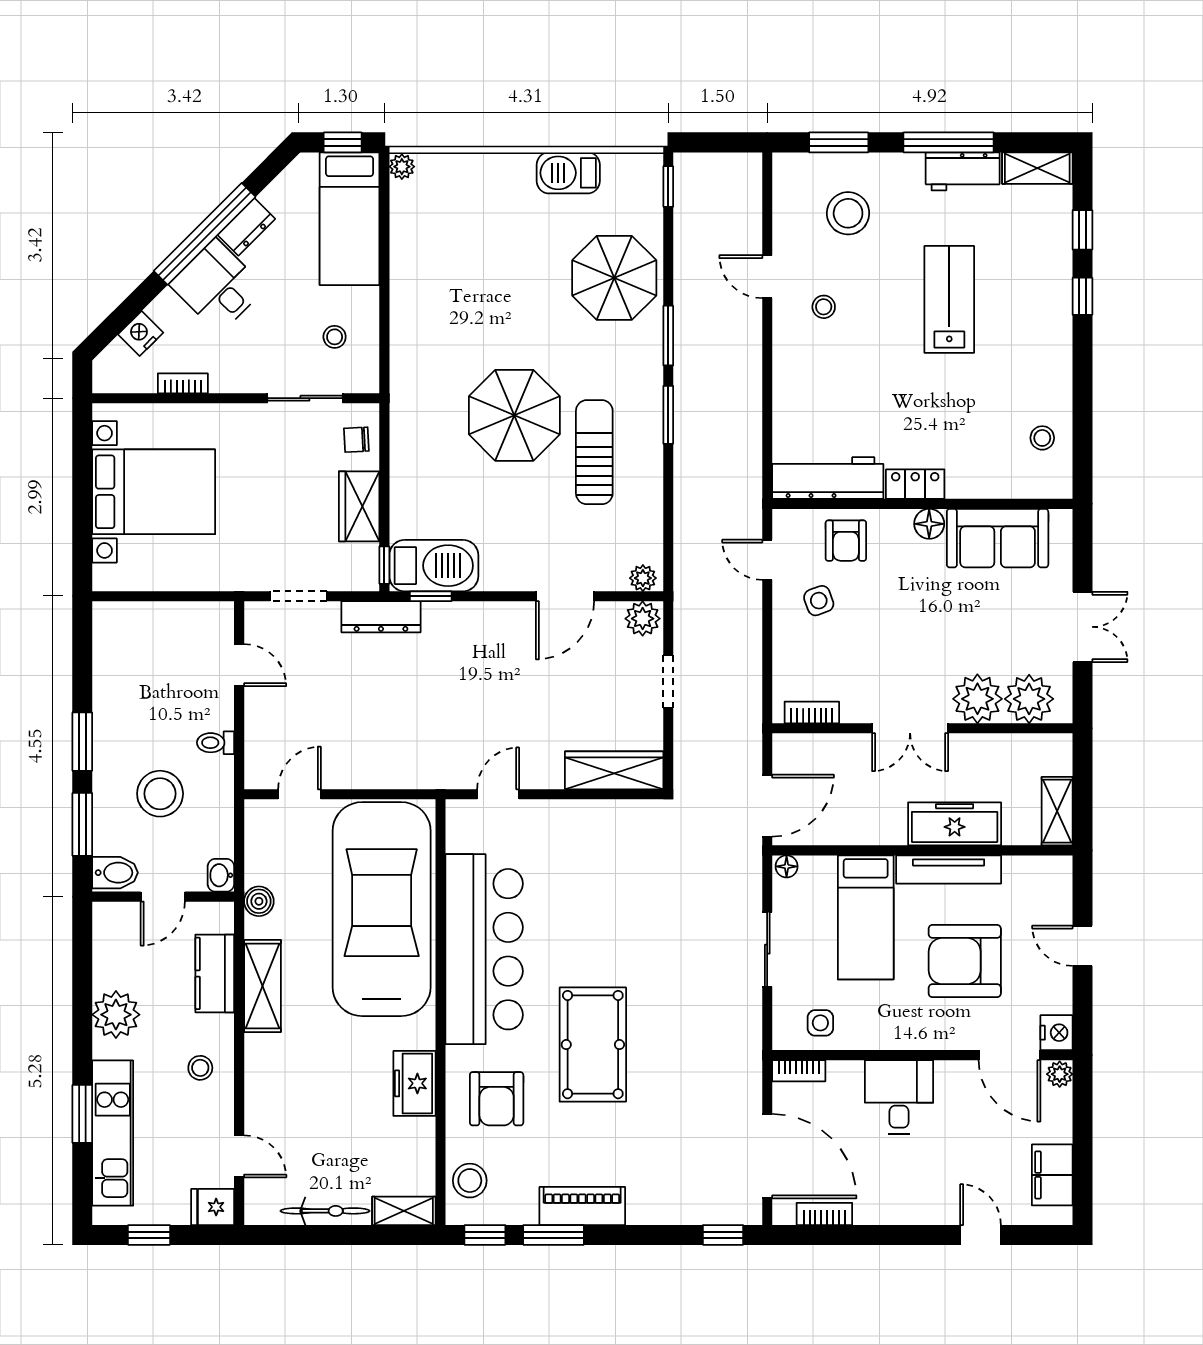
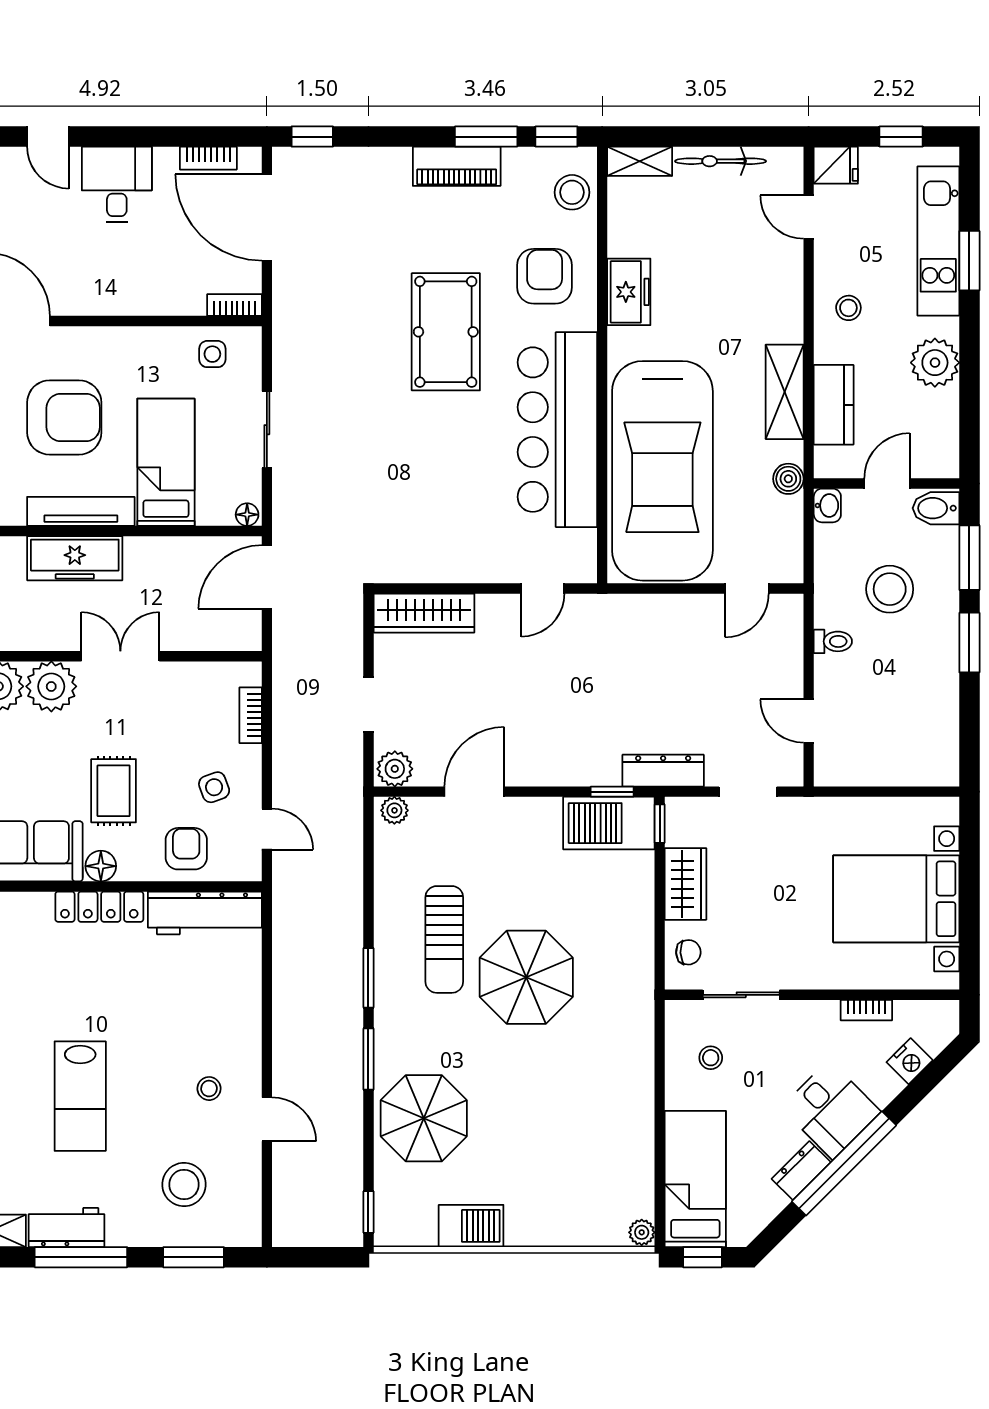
locker: (915, 484) -> (99, 907), width x1.53
rug: (917, 597) -> (114, 791), added
bookcase: (812, 712) -> (251, 715), moved, turned 90
desk: (899, 1097) -> (117, 184), moved, turned 180

